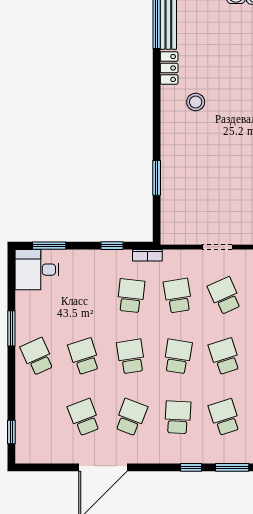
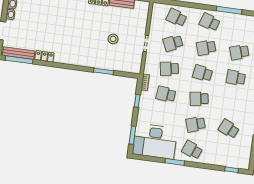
stool: (196, 102) -> (113, 39), moved
desk: (37, 270) -> (155, 141), width x1.87, depth x1.30
school desk: (37, 356) -> (192, 150), turned 45
school desk: (84, 417) -> (229, 129), turned 45
school desk: (131, 417) -> (232, 103), removed

